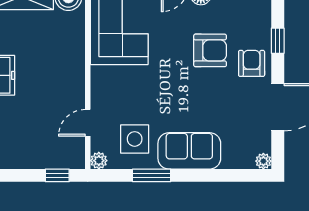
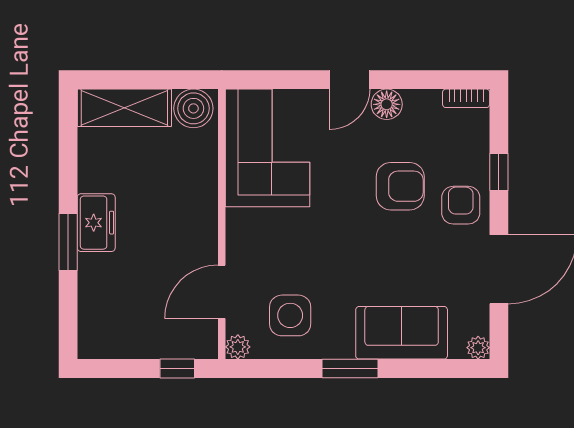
door: (88, 123) -> (222, 292), width x1.38
sofa: (189, 151) -> (402, 333), moved
window: (152, 175) -> (350, 369), moved

